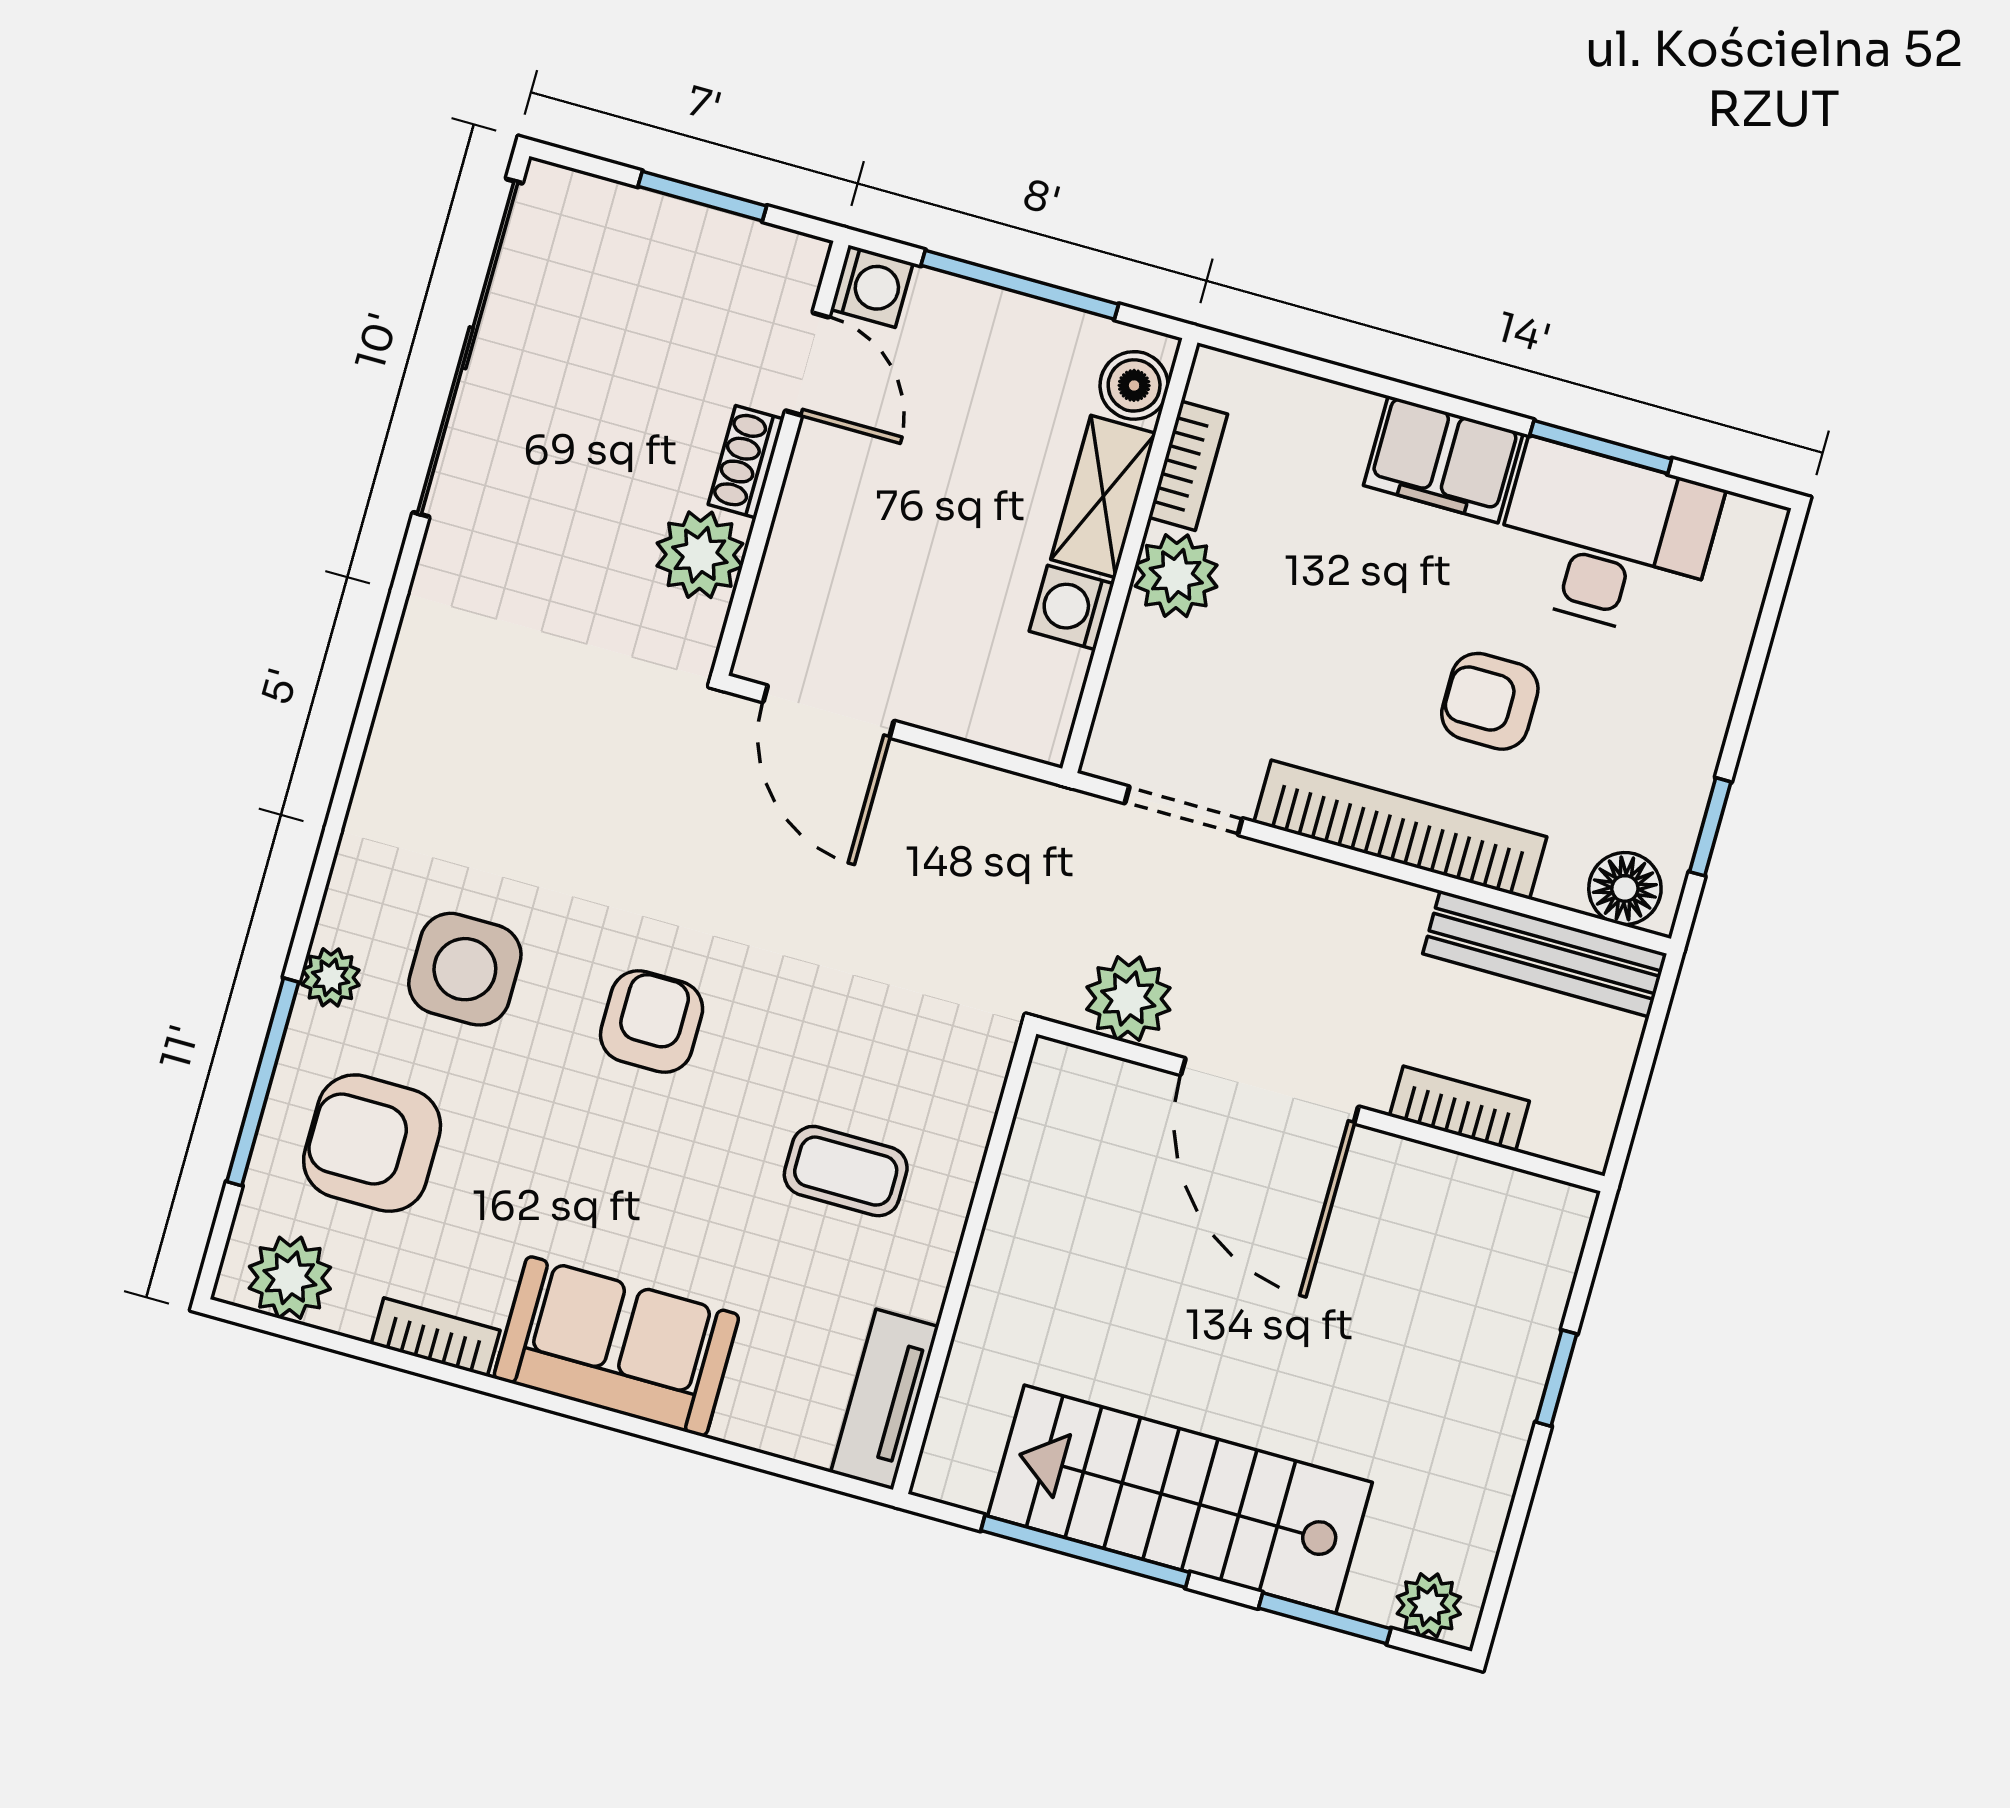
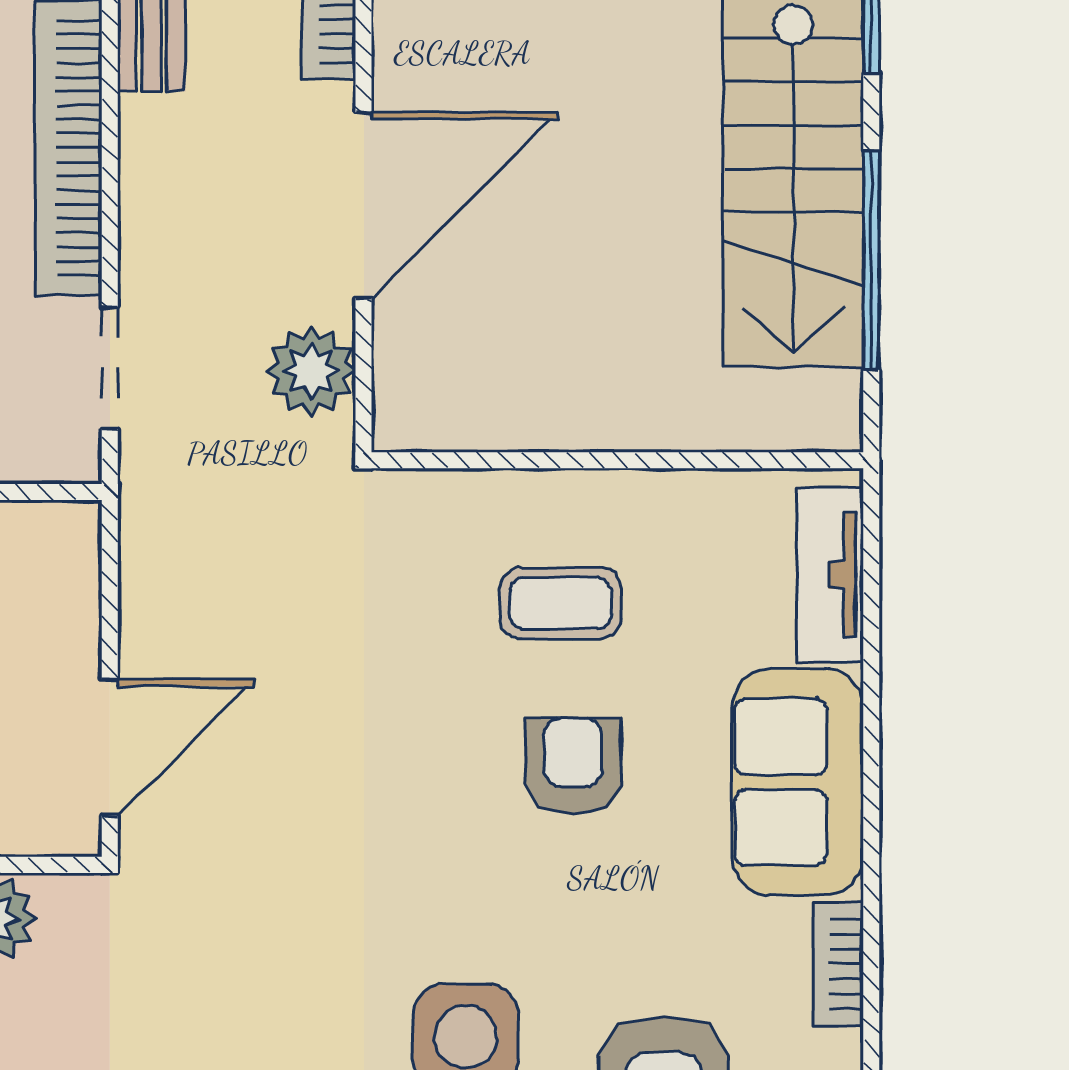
armchair: (652, 1022) -> (573, 766), moved, turned 90
coffee table: (846, 1171) -> (560, 603), turned 90
tv unit: (885, 1399) -> (830, 575), moved, turned 90

